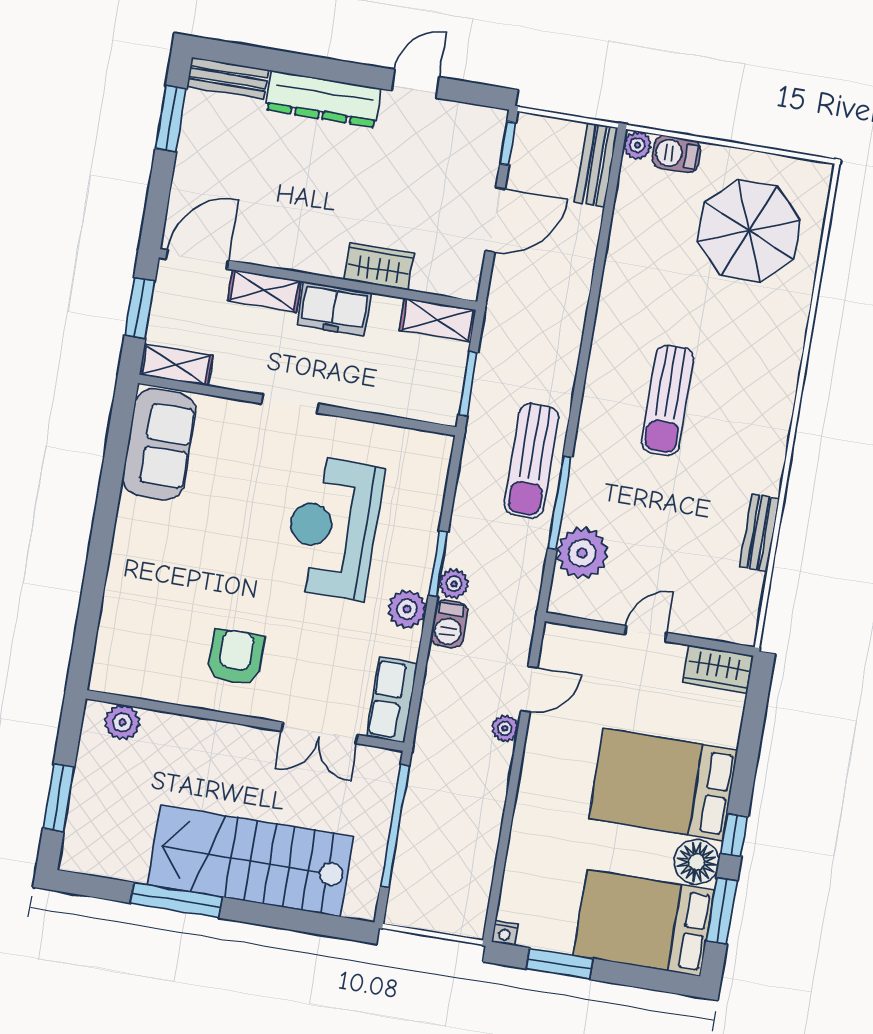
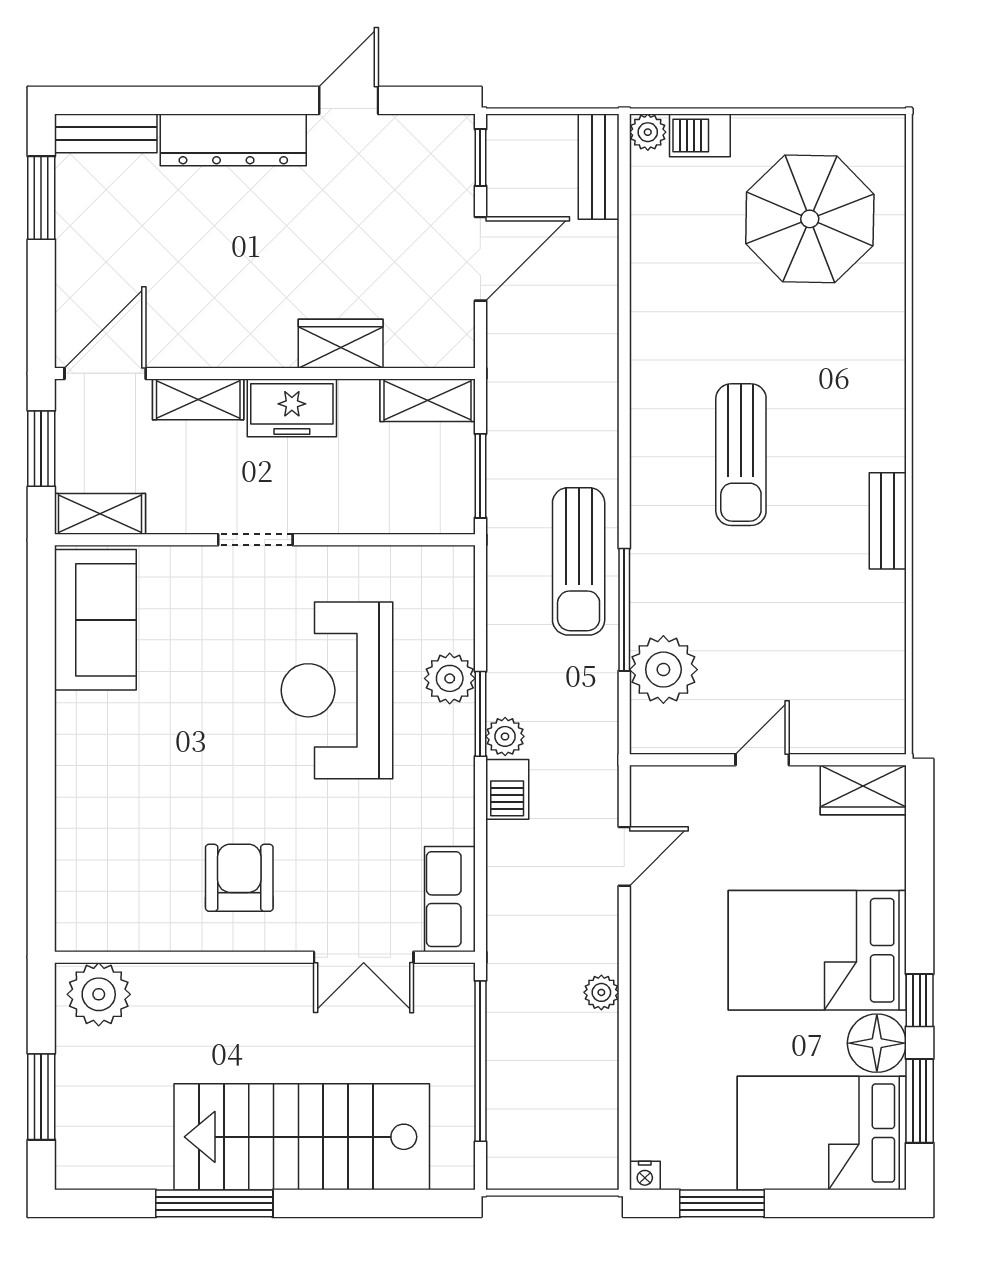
bench: (760, 533) -> (888, 521), moved
plant: (407, 609) -> (450, 678), moved
plant: (122, 722) -> (99, 994), width x1.36, depth x1.36
plant: (505, 728) -> (601, 992), moved

